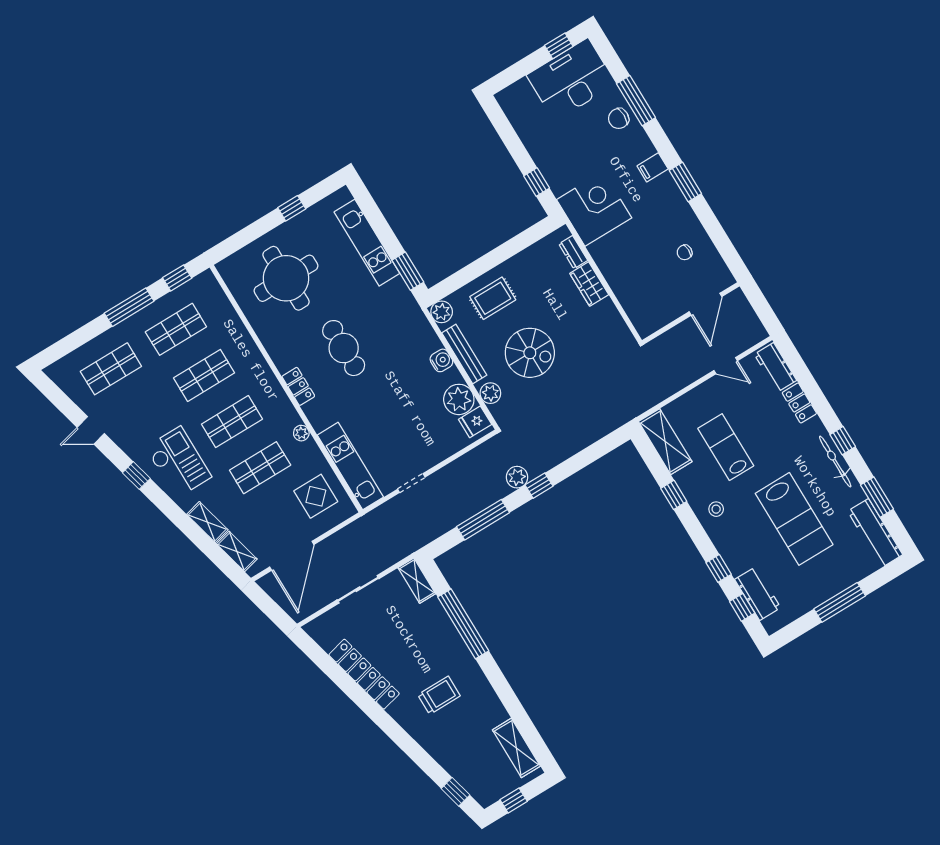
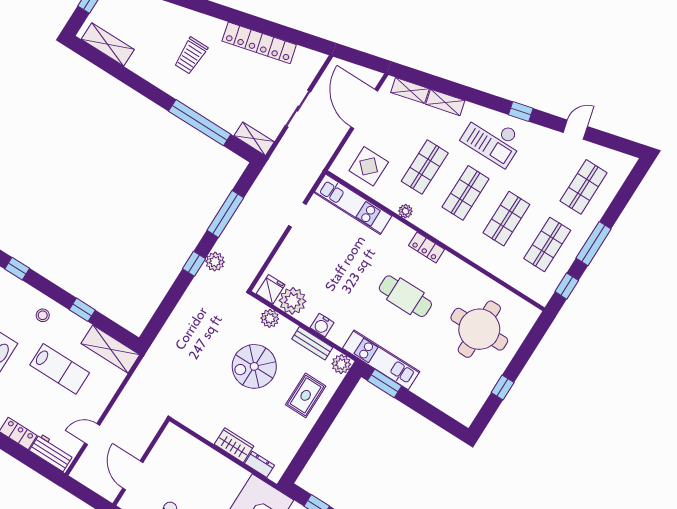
kitchen unit: (367, 243) -> (381, 360), moved
bench: (464, 354) -> (312, 343), width x0.73

